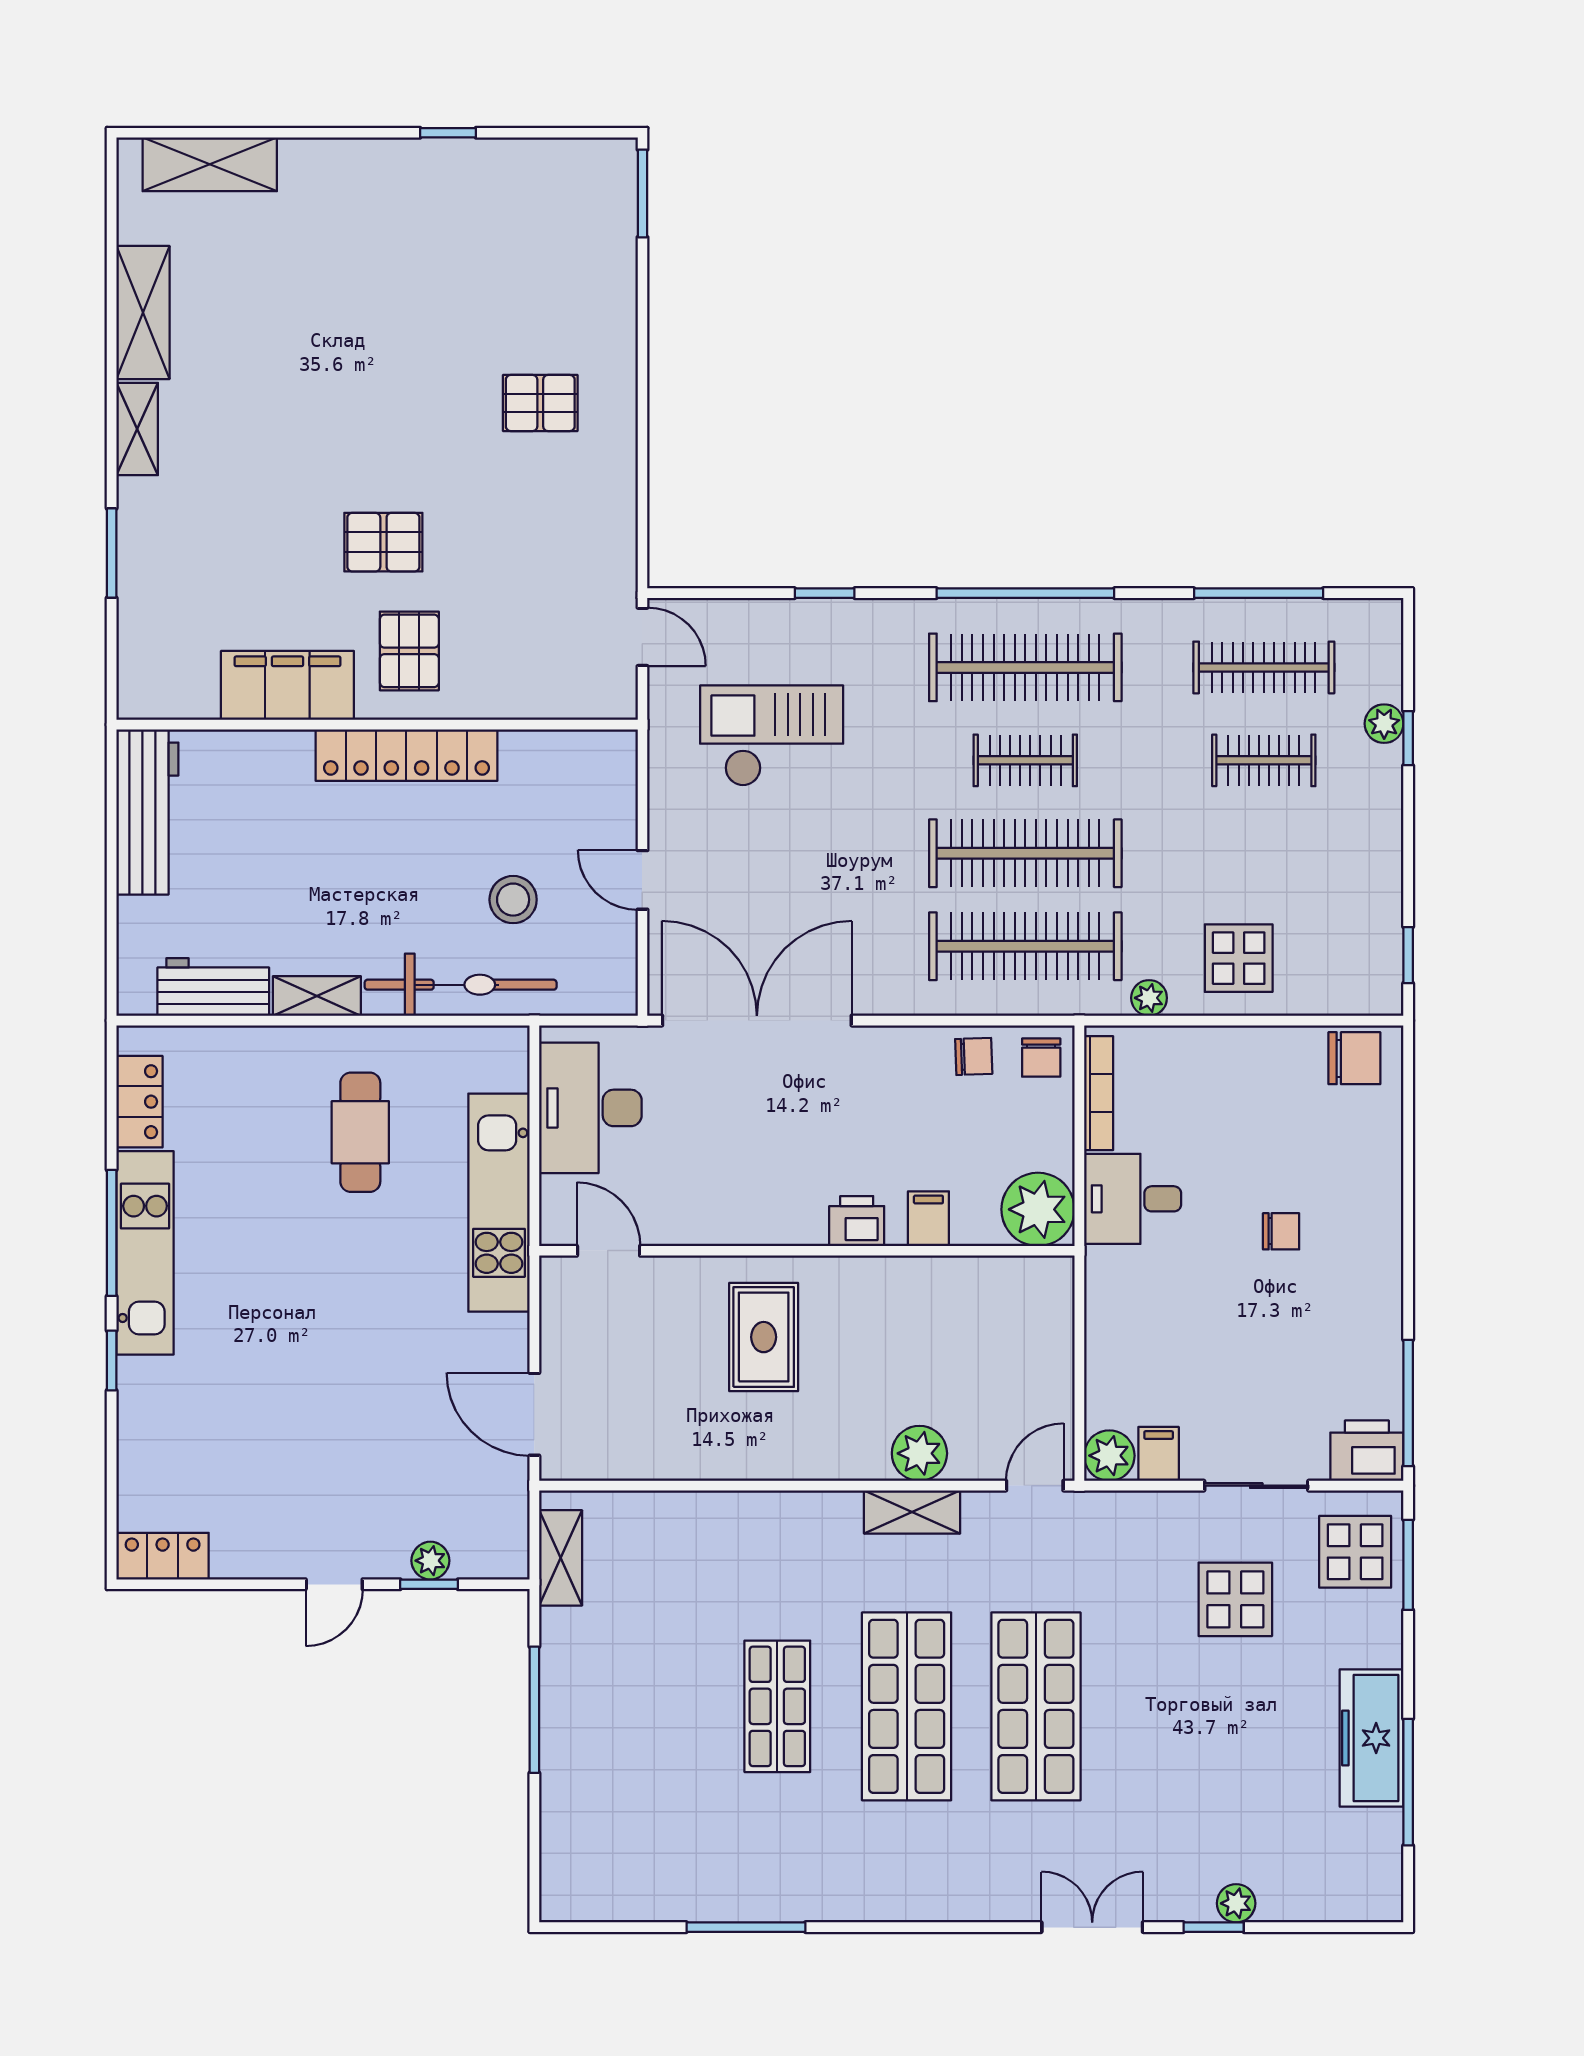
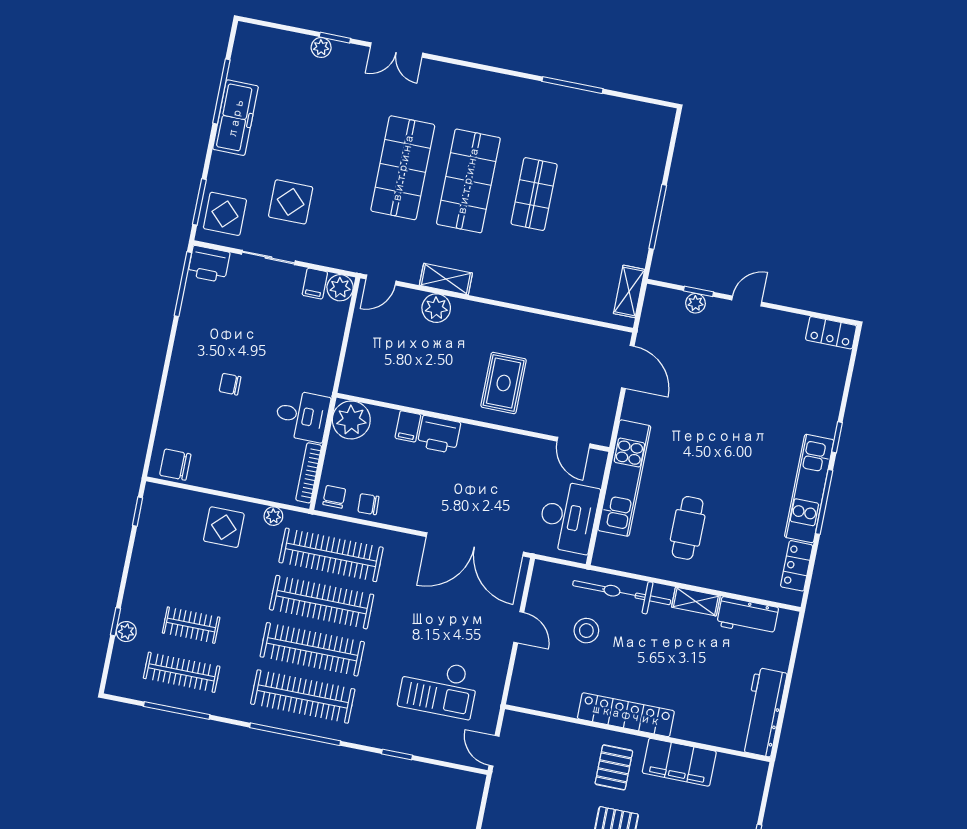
clothes rail: (1025, 760) -> (312, 649), width x1.86, depth x1.31
printer: (857, 1221) -> (439, 434), width x1.36, depth x1.24

